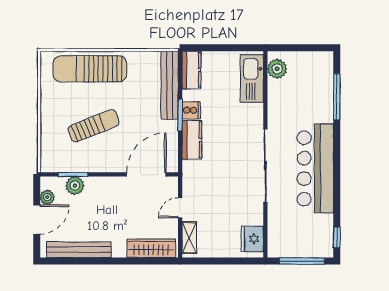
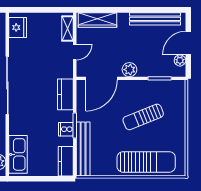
kitchen counter: (192, 140) -> (65, 94), moved
plant: (75, 186) -> (129, 70), moved

